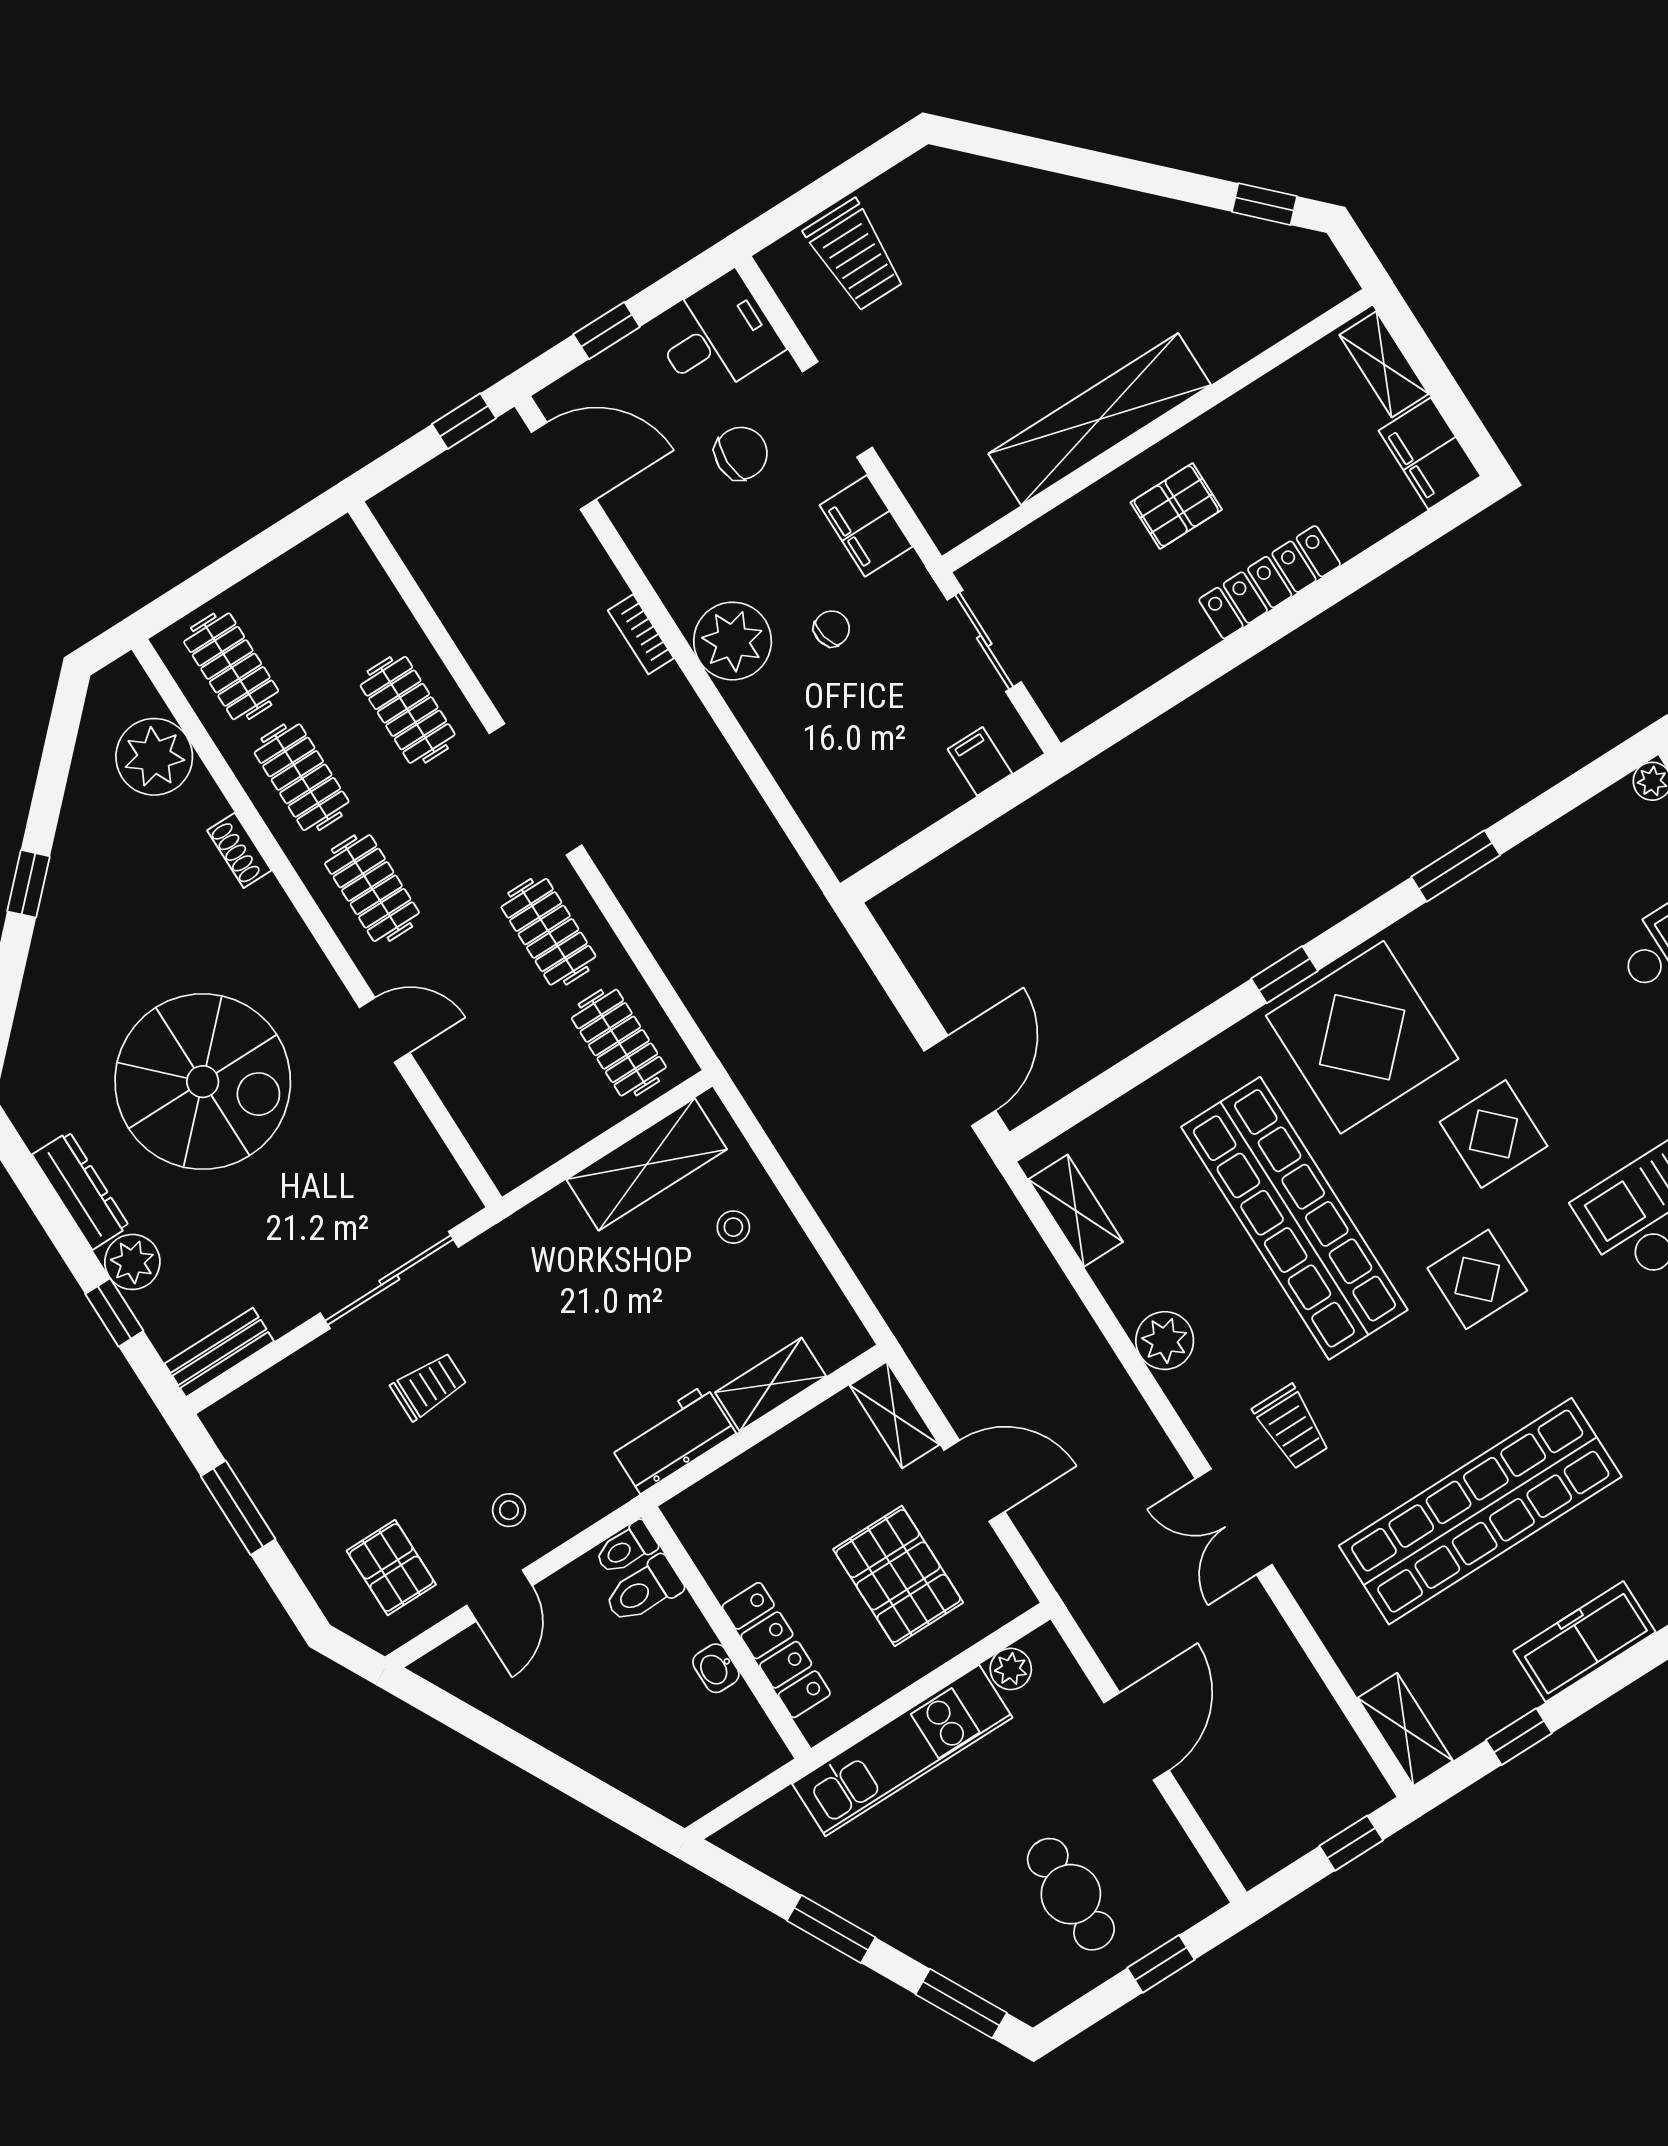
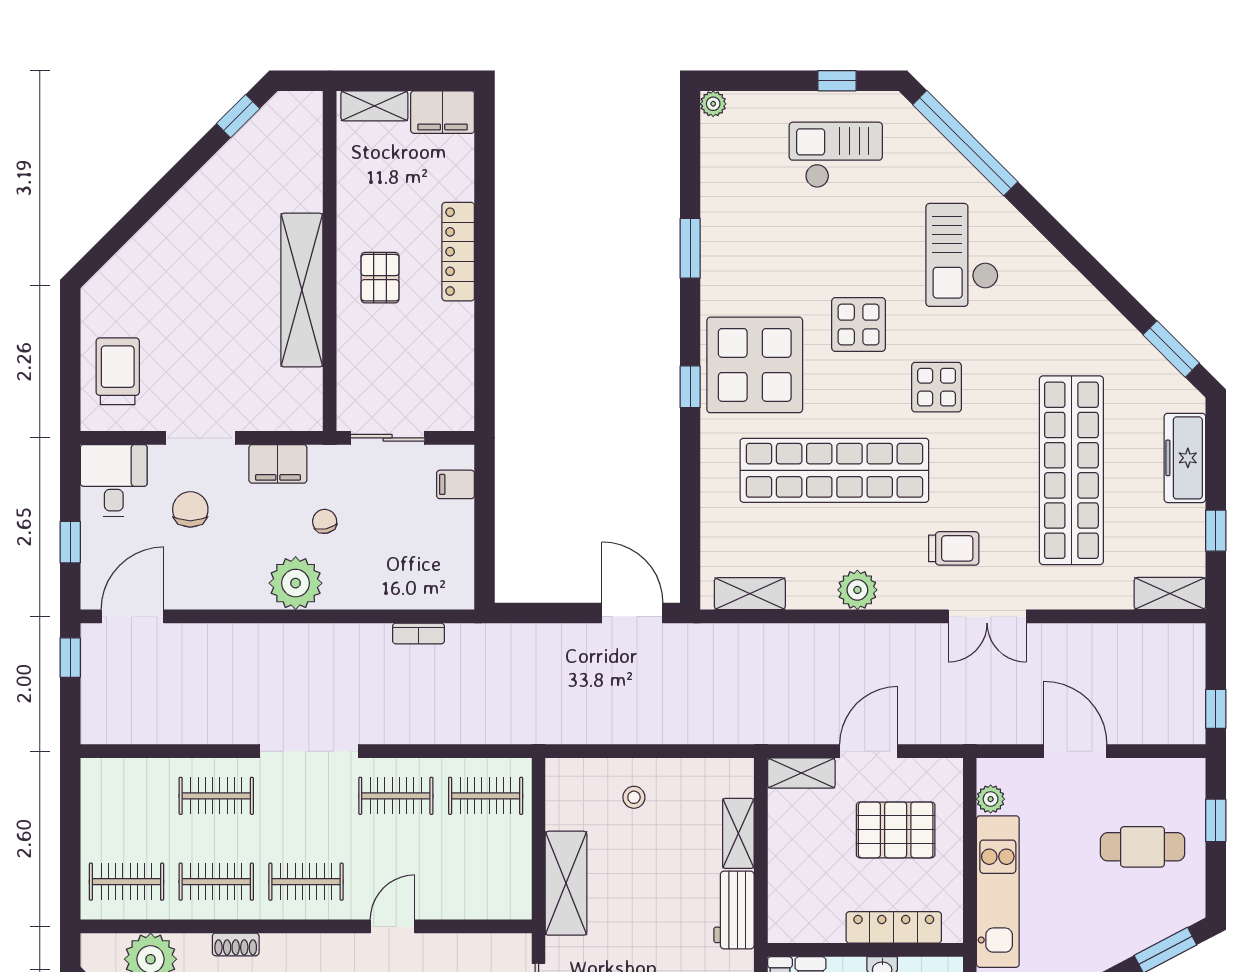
trolley: (855, 255) -> (118, 371), turned -90
bookcase: (641, 634) -> (418, 633), moved
shelving: (647, 1164) -> (566, 883), moved
window: (1351, 1843) -> (1216, 709), moved

